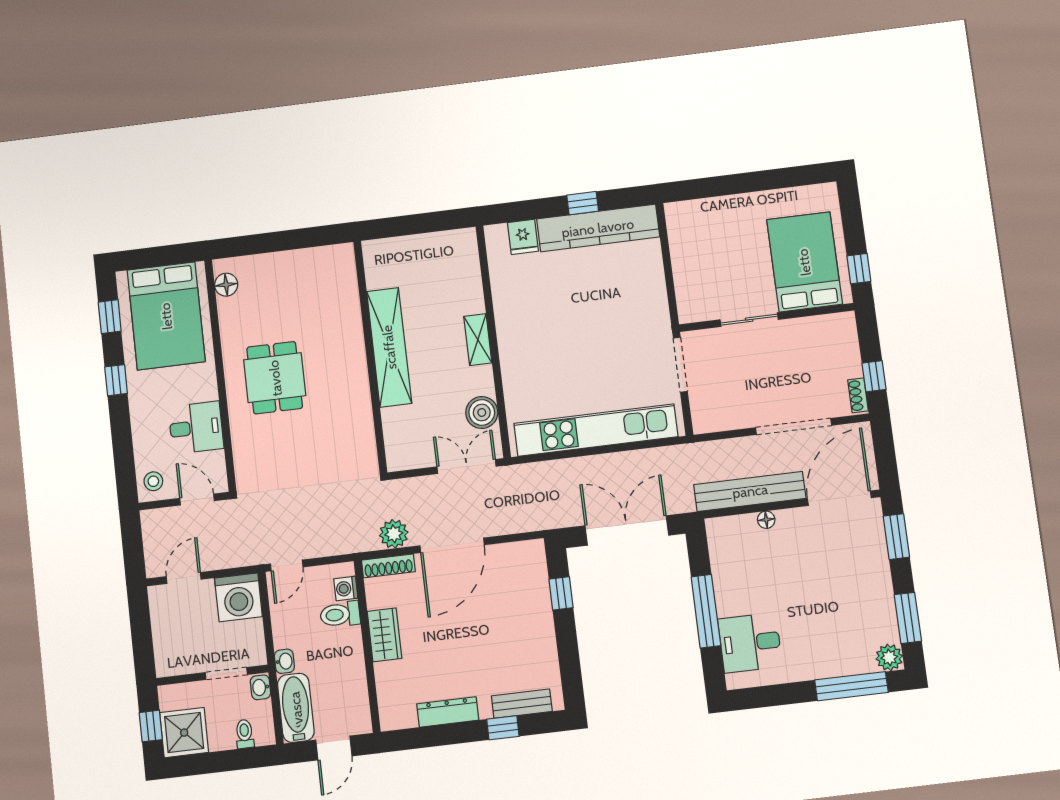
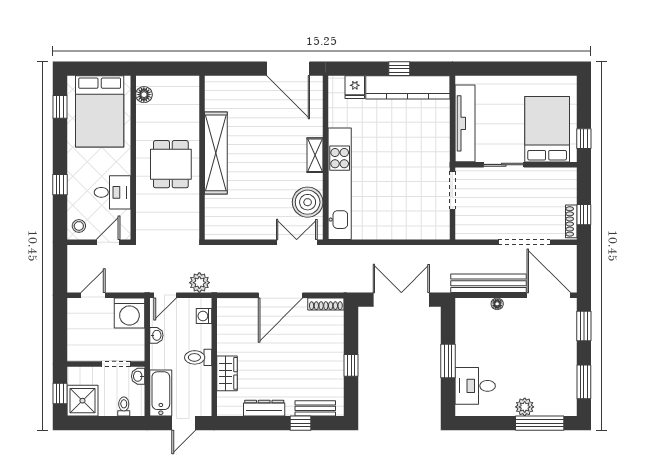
door: (425, 223) -> (288, 69), added
tv unit: (686, 268) -> (465, 123), added
shelving: (389, 347) -> (216, 153), moved
wall: (370, 356) -> (202, 158), moved
window: (116, 380) -> (60, 185), moved
shoe rack: (858, 395) -> (571, 221), width x1.43
boiler: (482, 412) -> (308, 202), width x1.37, depth x1.37
kitchen unit: (596, 430) -> (340, 184), moved, turned 90
door: (839, 498) -> (549, 295), hinge flipped
door: (197, 500) -> (108, 242), hinge flipped
plant: (394, 534) -> (199, 283), moved
shoe rack: (388, 566) -> (326, 304), moved
window: (561, 593) -> (351, 365), moved
window: (706, 611) -> (448, 361), width x0.69
toilet: (340, 614) -> (198, 357), moved
wardrobe: (385, 635) -> (227, 373), moved
plant: (889, 657) -> (525, 407), moved
washbasin: (284, 661) -> (156, 335), moved

